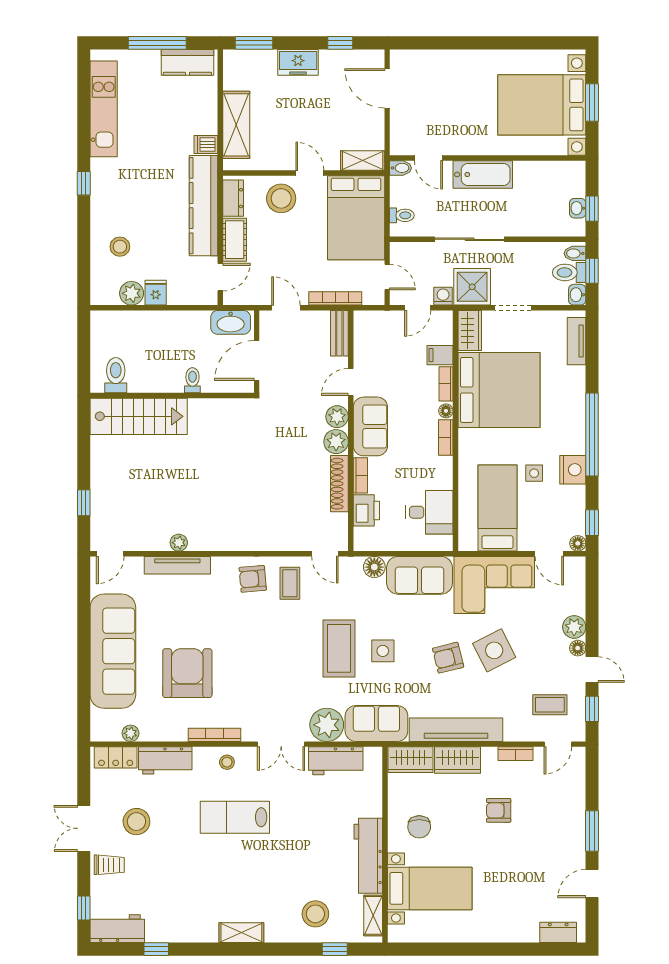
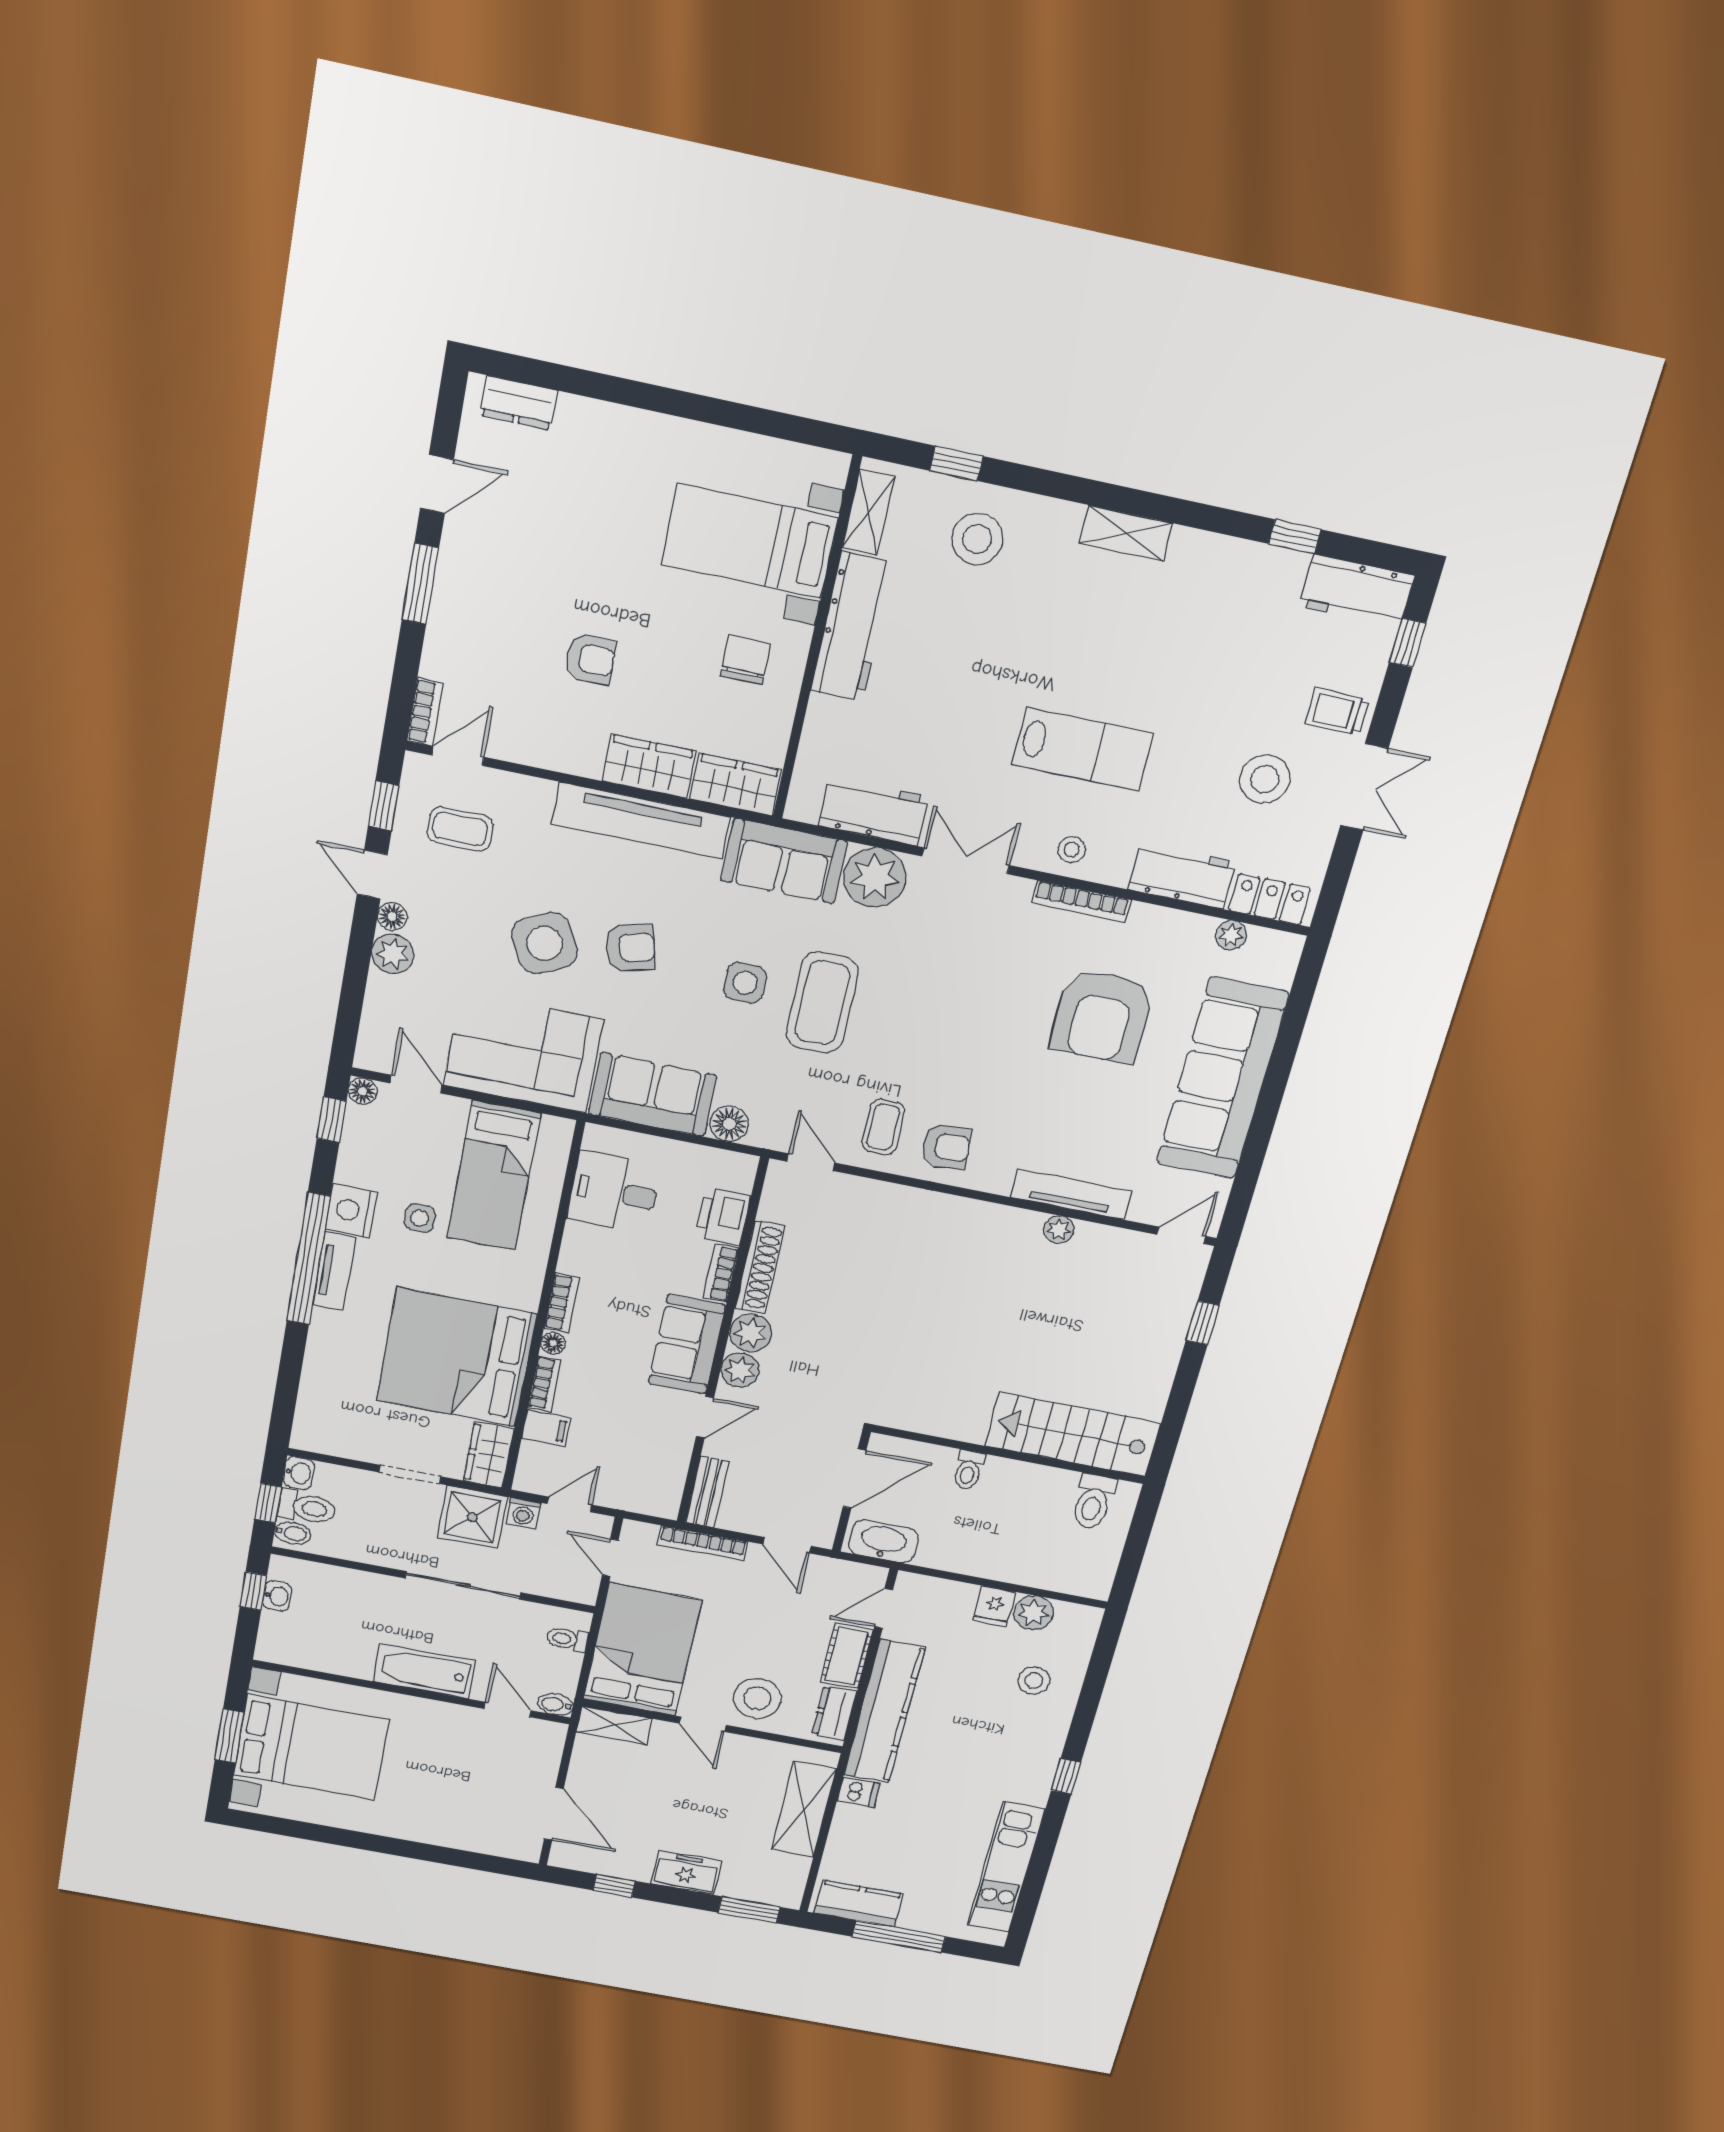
tv unit: (577, 341) -> (334, 1271), moved
bookcase: (515, 754) -> (425, 712), moved, turned 90

